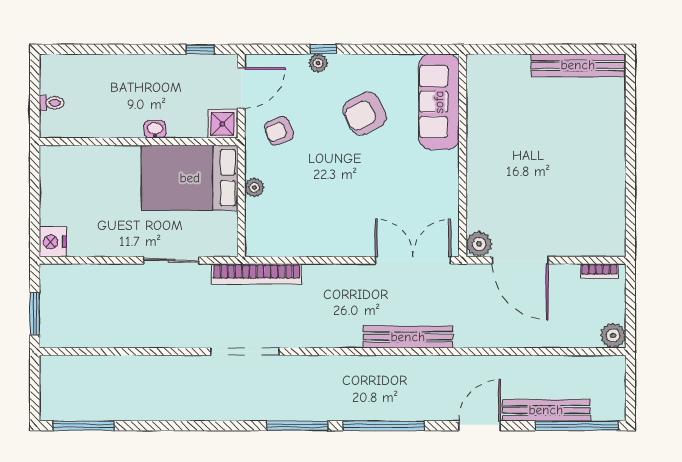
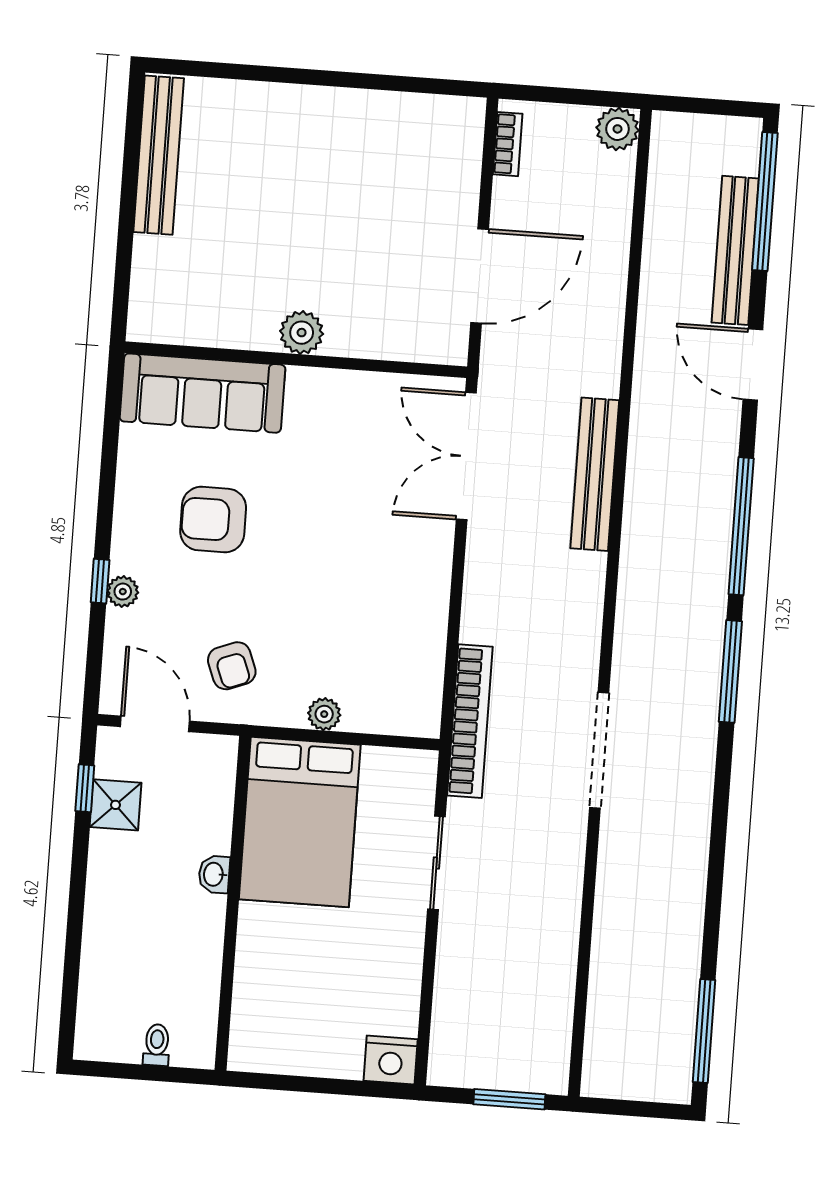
armchair: (365, 113) -> (213, 520), turned 117
shower: (222, 124) -> (115, 805), moved
plant: (479, 244) -> (302, 333), moved

